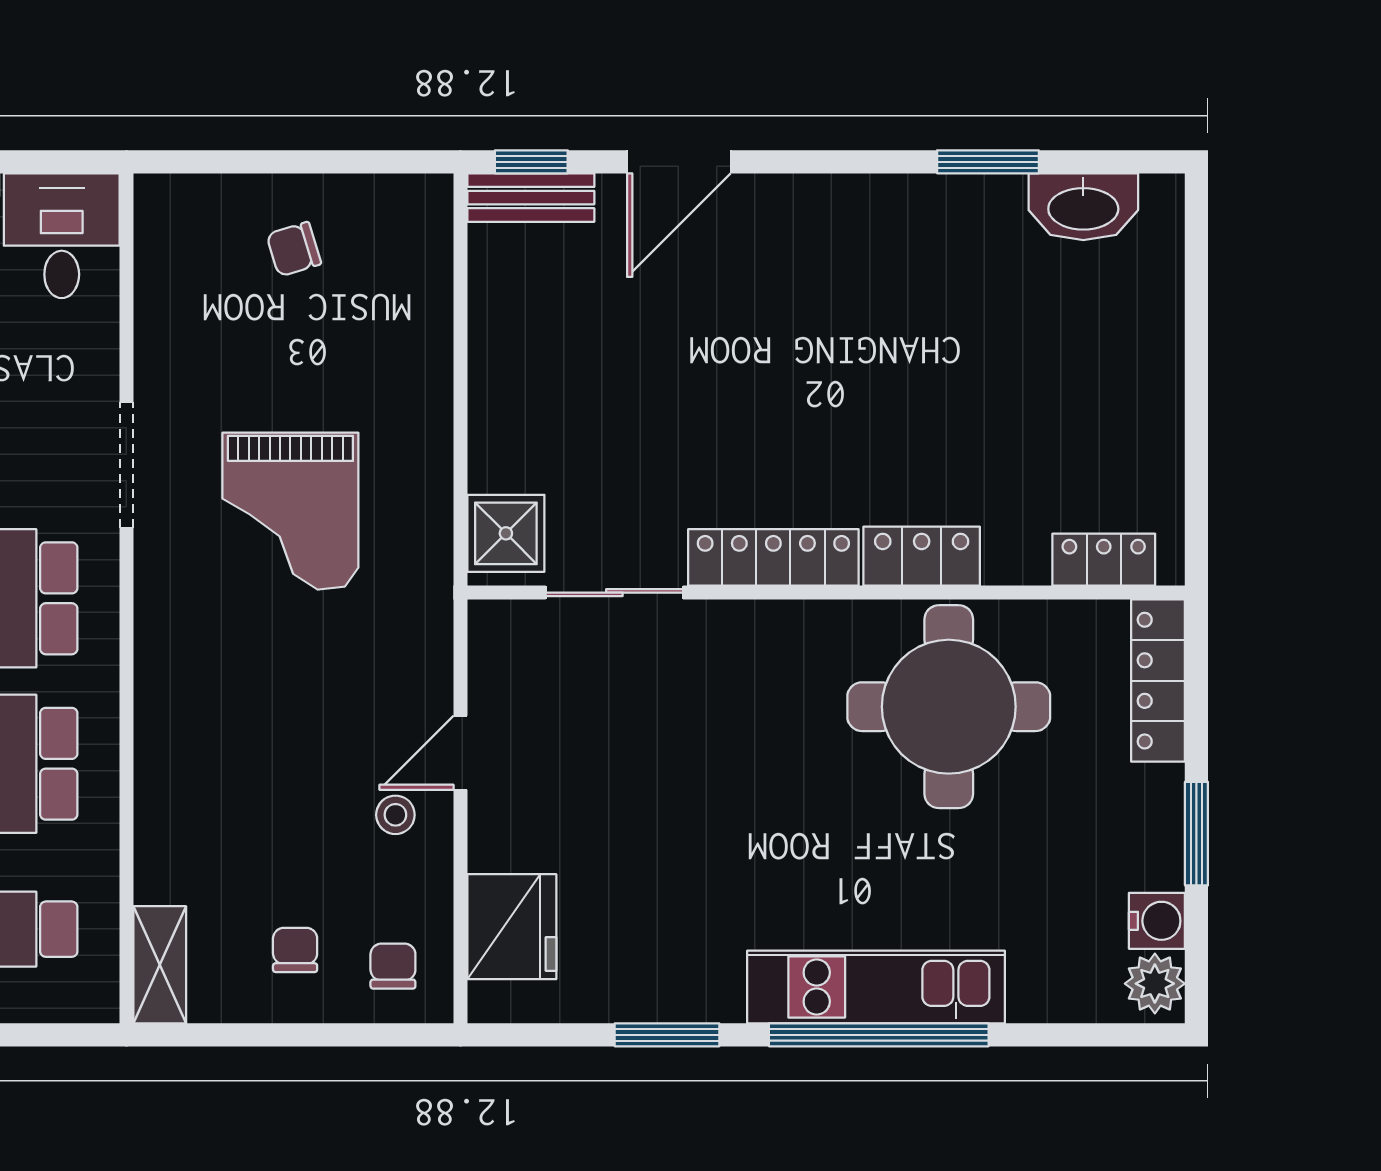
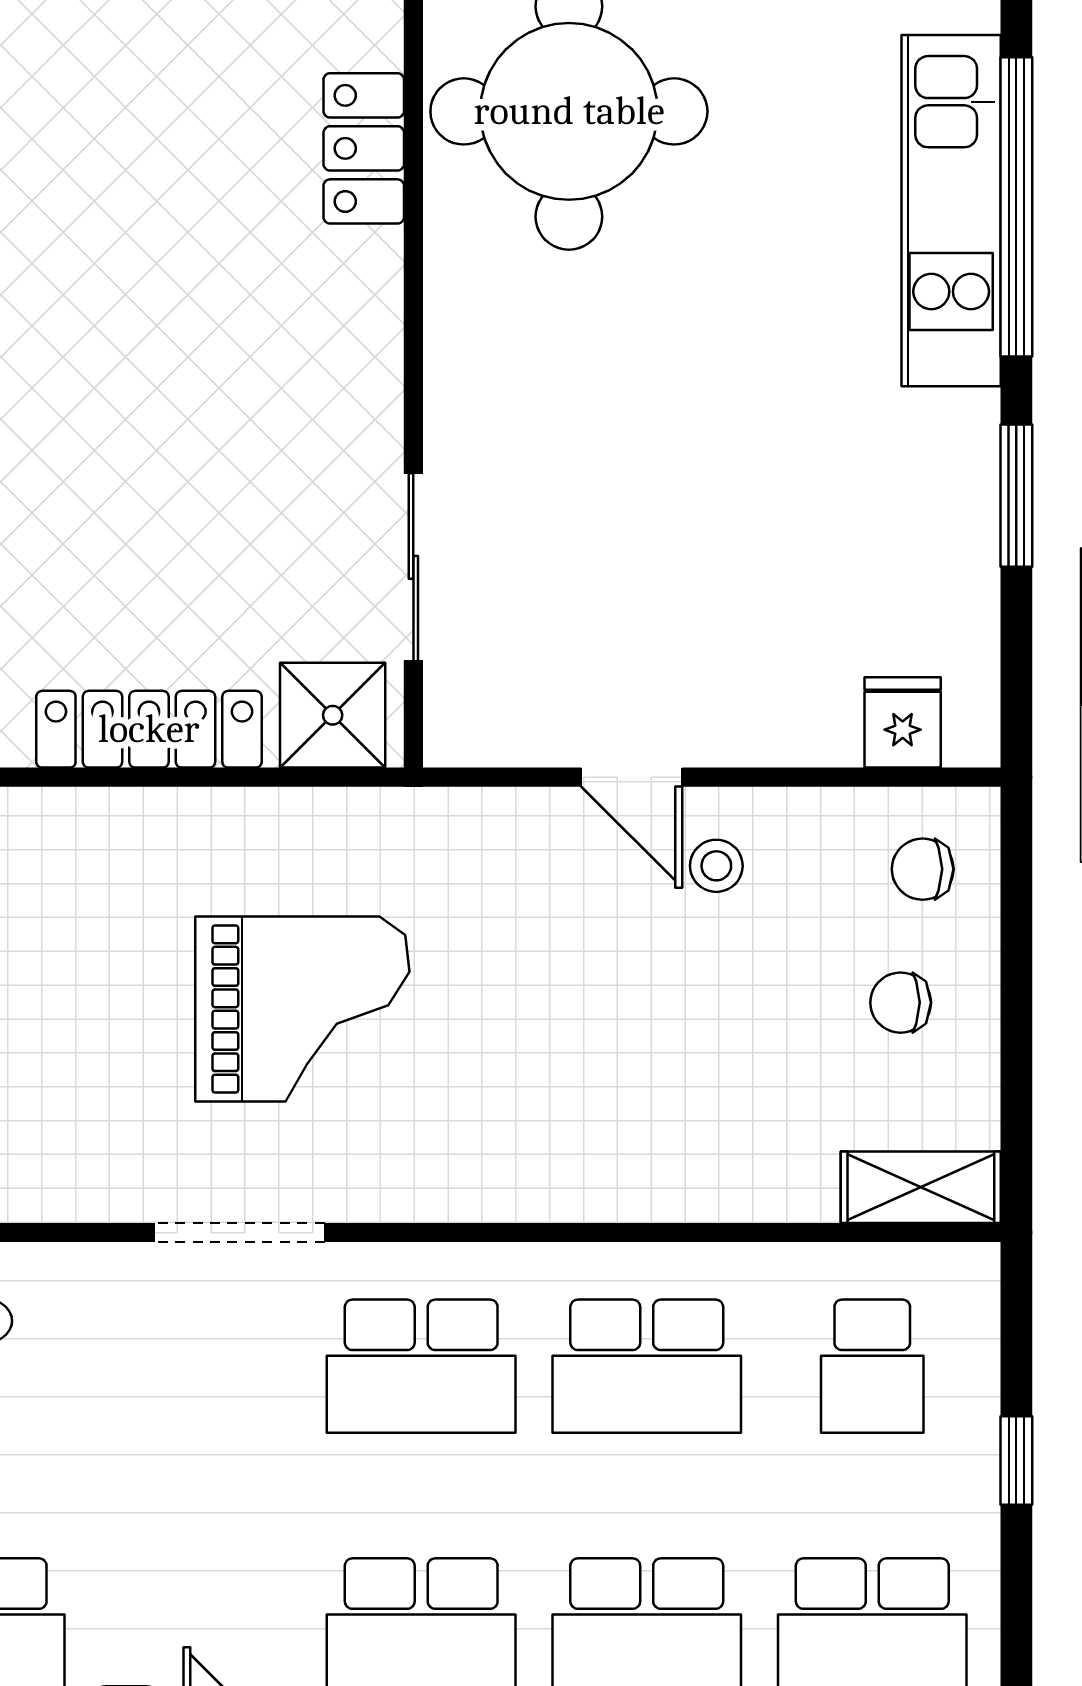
locker: (773, 557) -> (149, 729), moved, turned 90
fridge: (512, 927) -> (903, 722), width x0.53, depth x0.75

